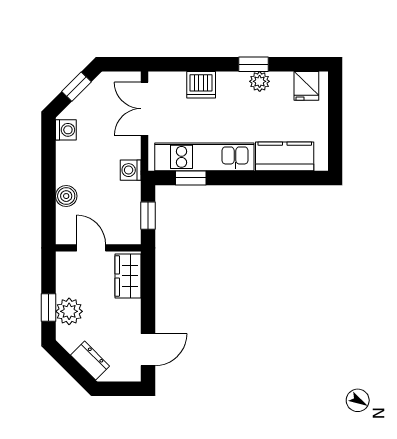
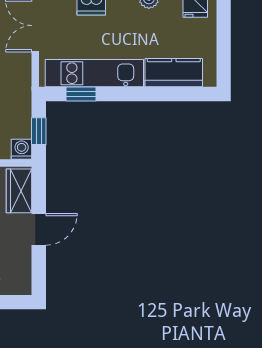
washing machine: (131, 170) -> (22, 149), moved, turned 90
door: (148, 350) -> (39, 229), moved

